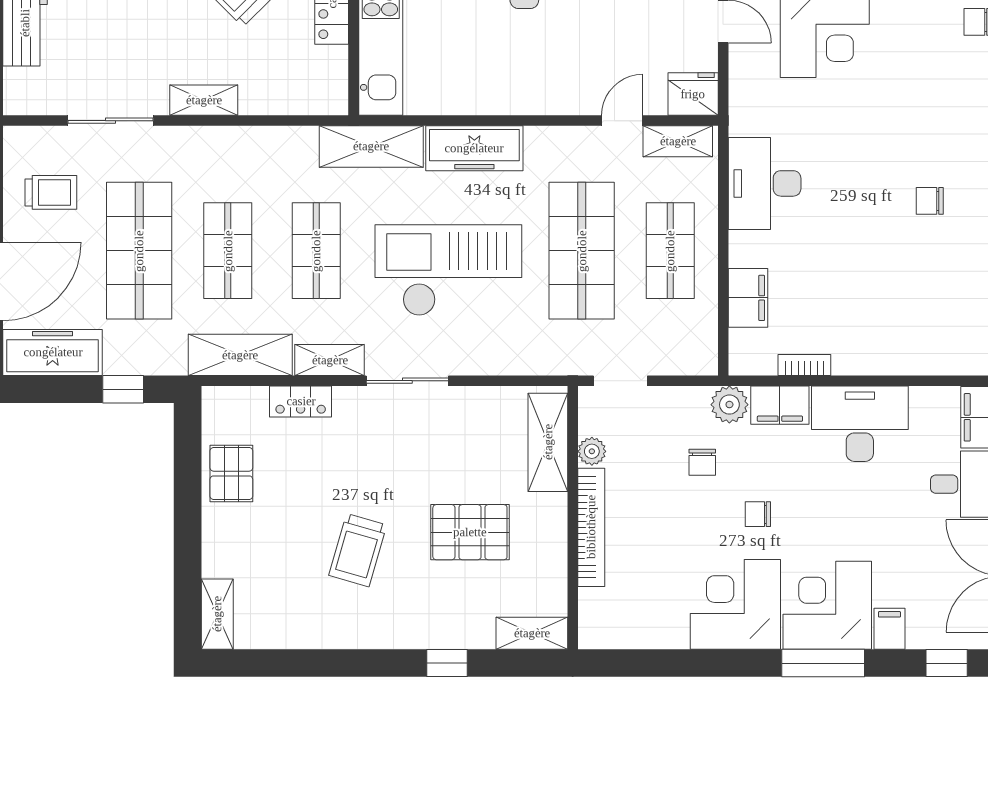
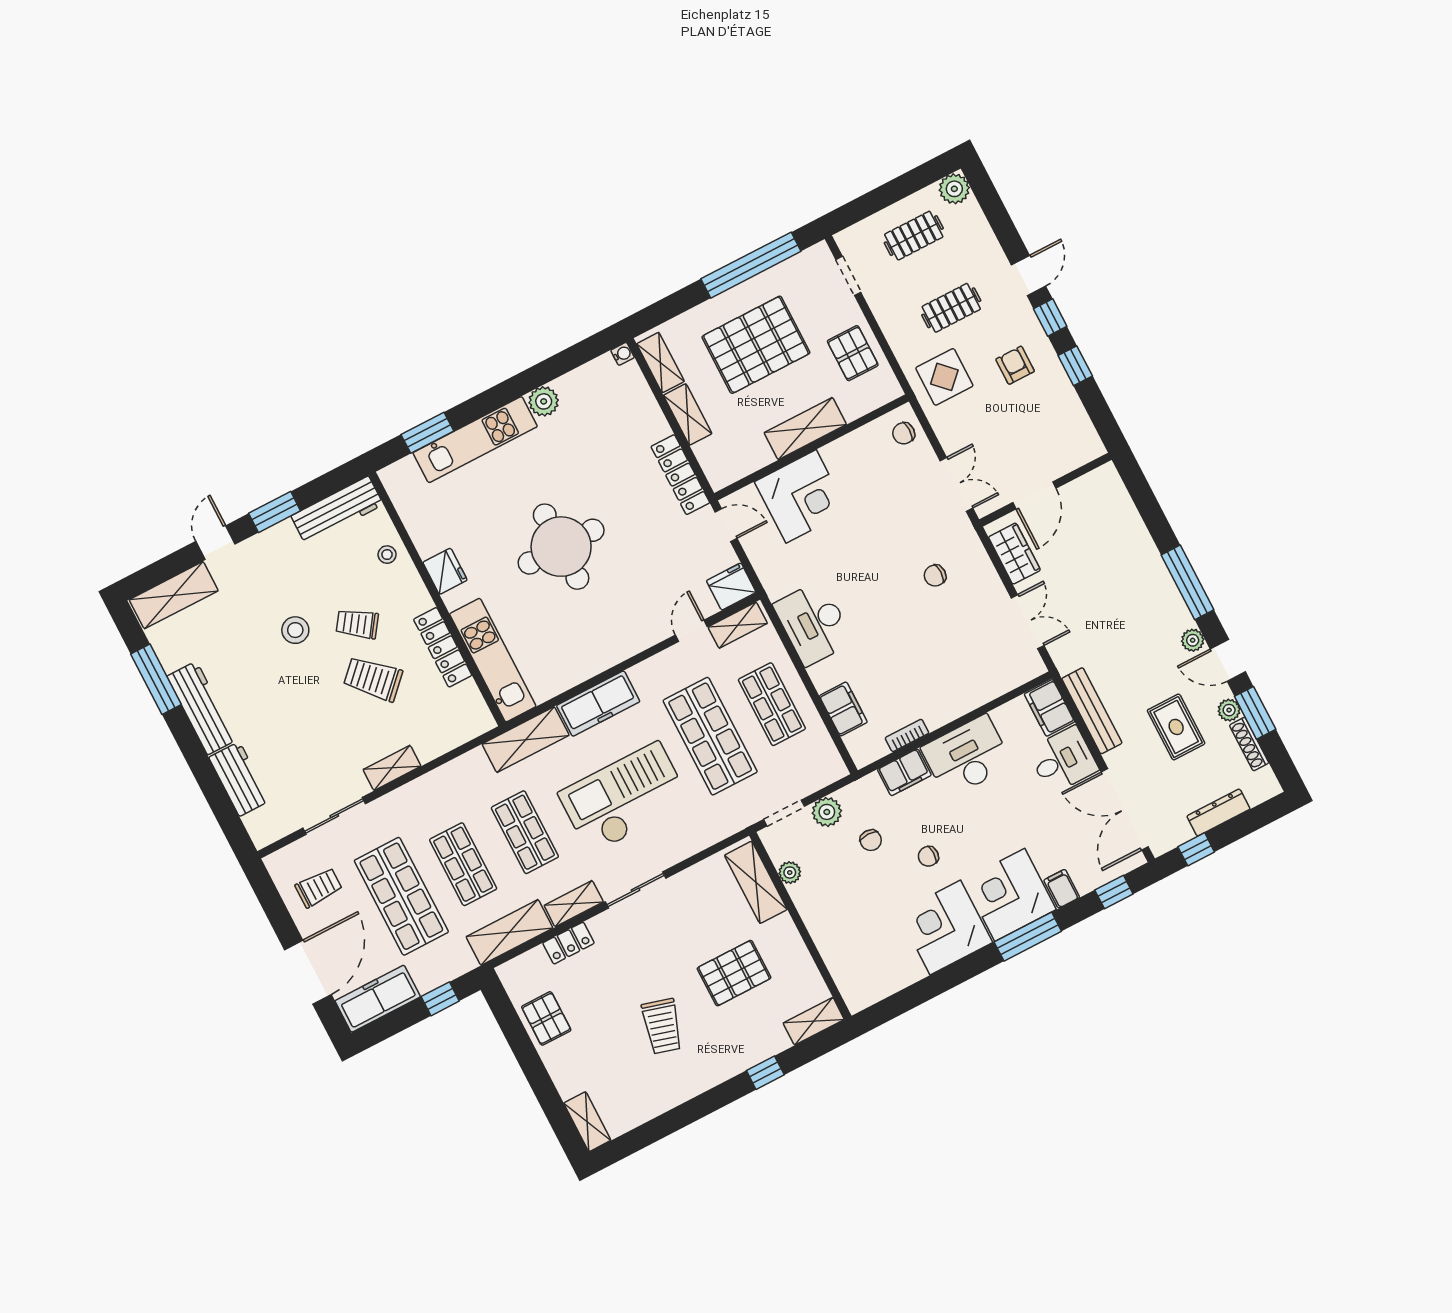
plant: (729, 405) -> (827, 812), moved
bookcase: (591, 527) -> (817, 926), removed

